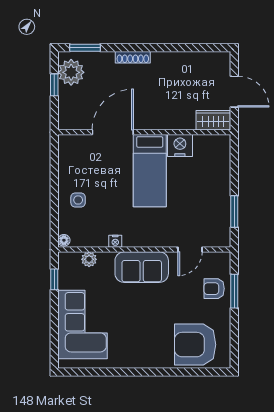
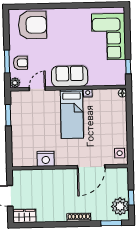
wardrobe: (213, 120) -> (24, 216), moved, turned 180
bed: (150, 171) -> (72, 114), moved, turned 180
side table: (78, 200) -> (120, 153), moved
plant: (89, 259) -> (15, 83), moved

